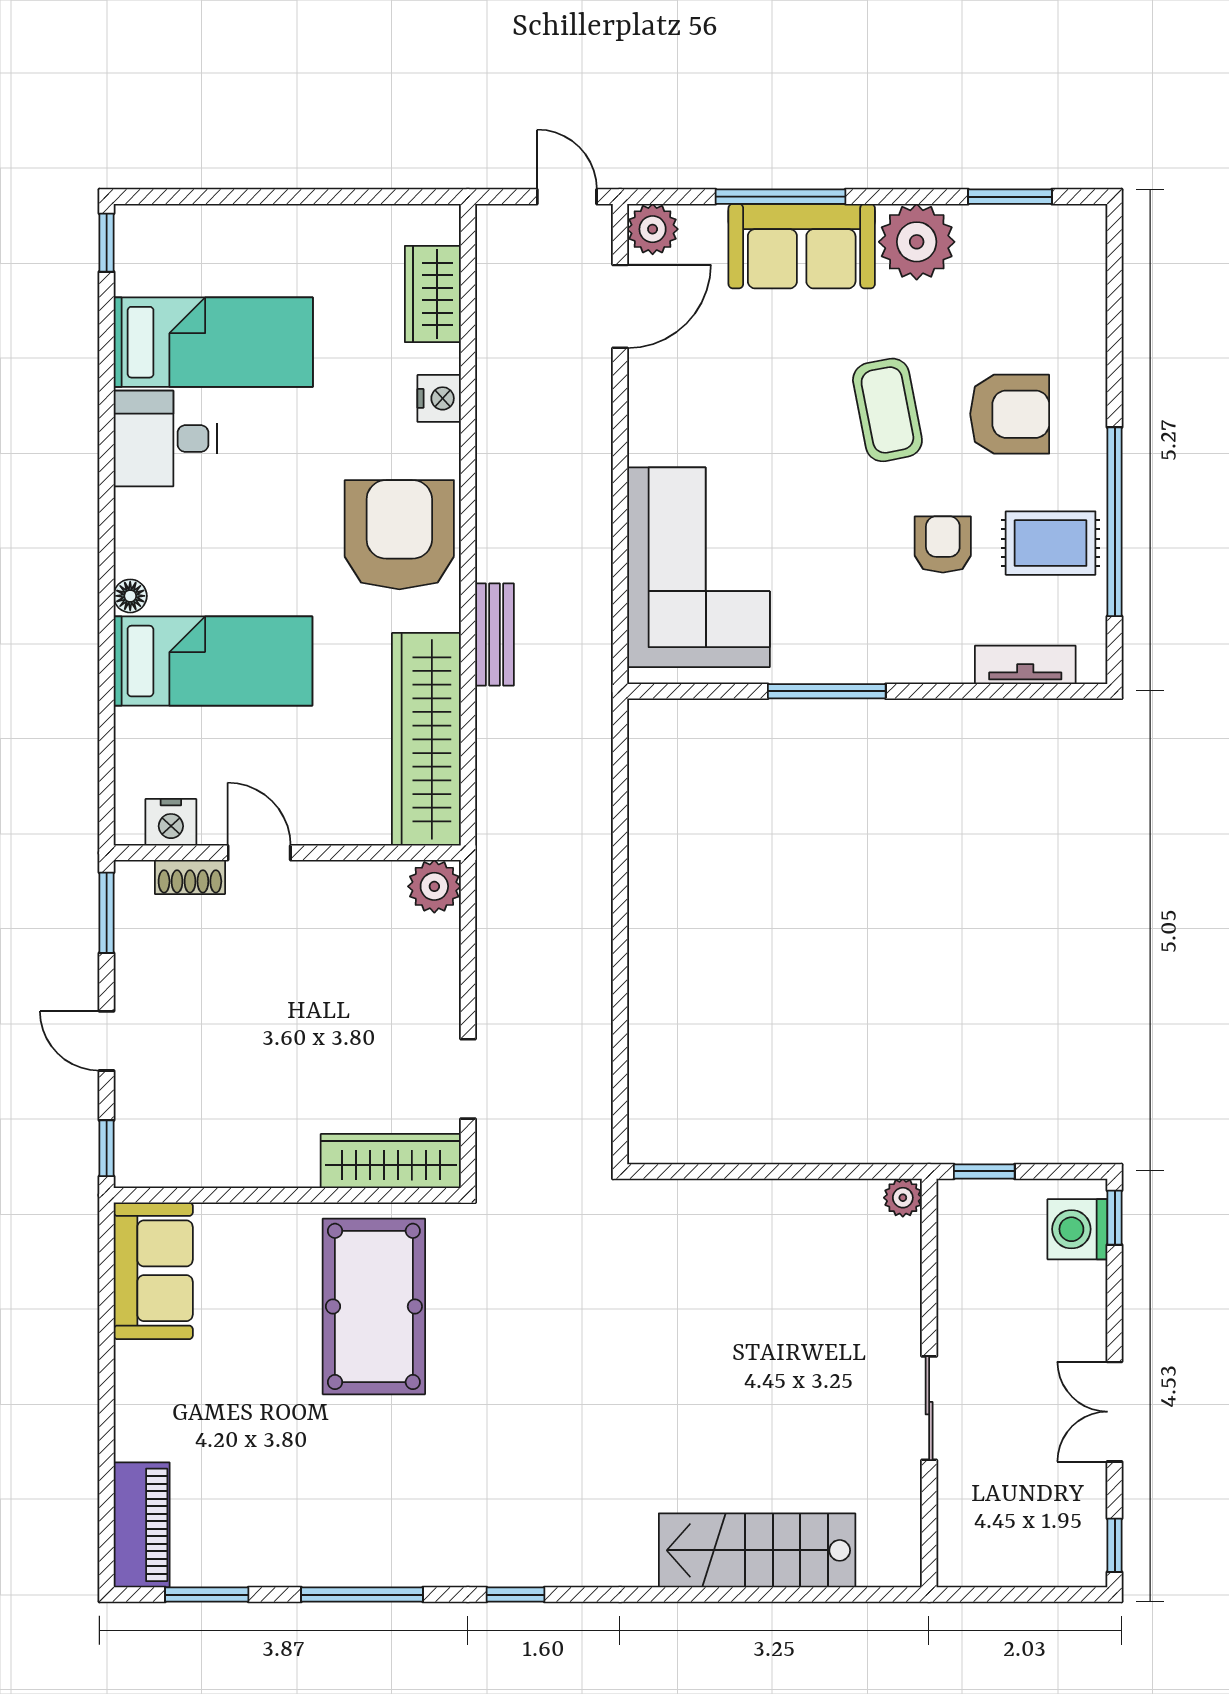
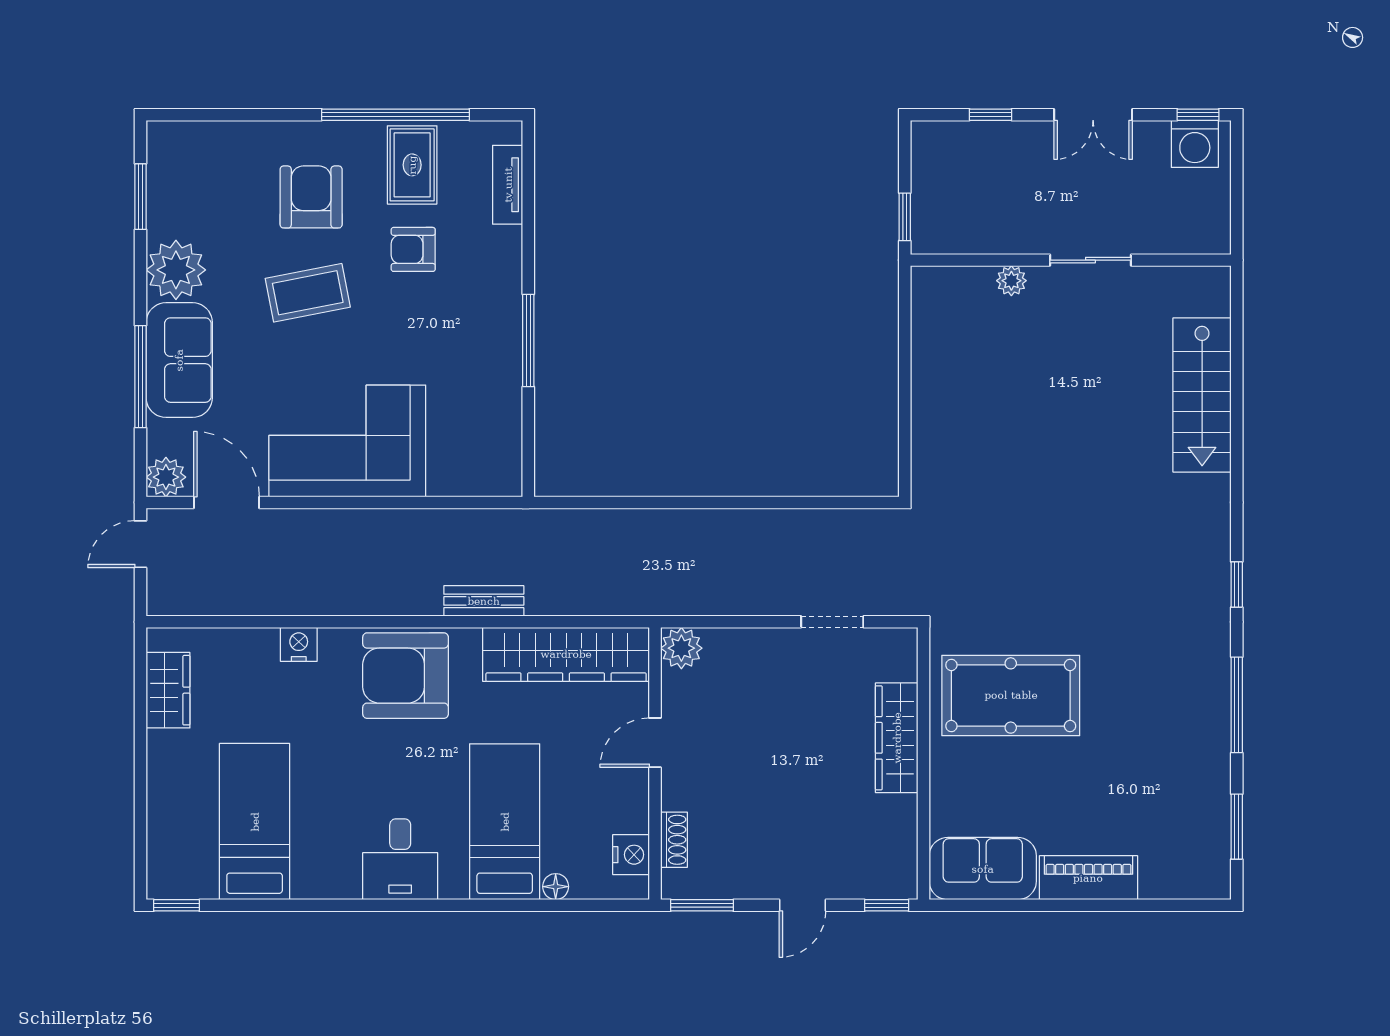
wardrobe: (433, 294) -> (168, 690), moved, turned -90
desk: (165, 439) -> (400, 859), moved
corner sofa: (698, 567) -> (347, 441), moved
floor lamp: (130, 596) -> (556, 887), moved
door: (259, 853) -> (655, 743), moved
wardrobe: (391, 1161) -> (897, 738), moved
plant: (903, 1198) -> (1011, 281), moved
window: (1115, 1218) -> (990, 115), moved
washing machine: (1077, 1229) -> (1195, 144), moved
piano: (142, 1525) -> (1088, 878), moved

